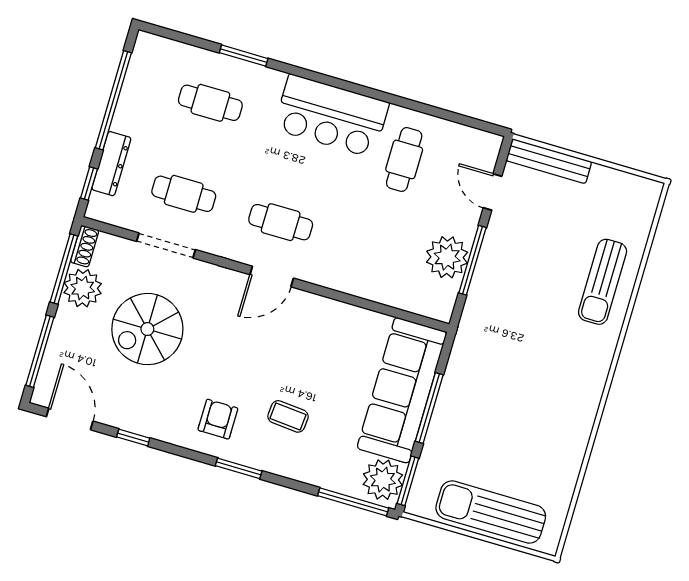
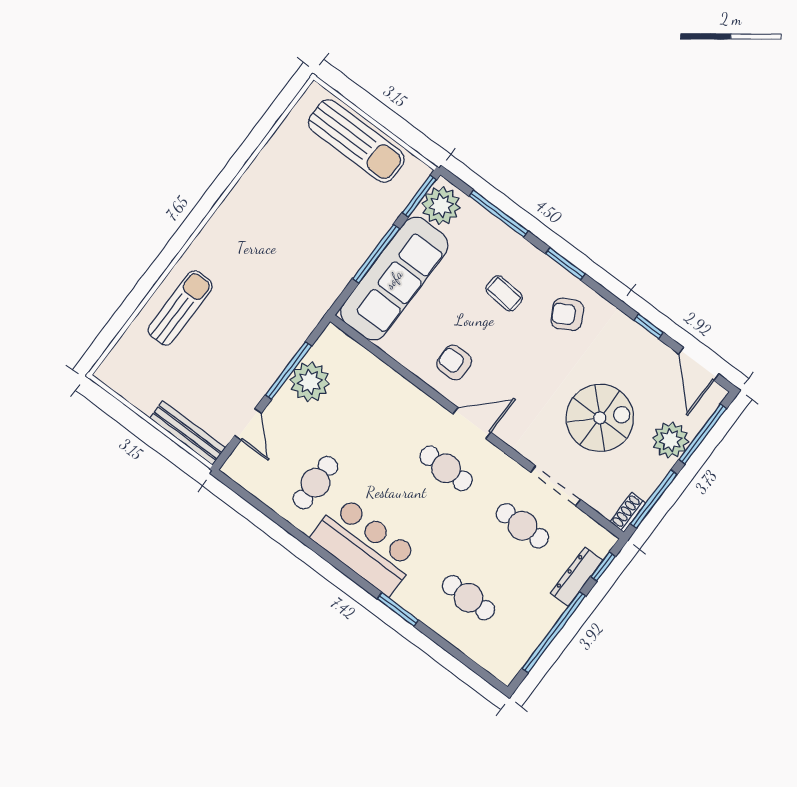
window: (244, 56) -> (398, 609), moved
plant: (83, 288) -> (670, 440), moved
armchair: (312, 330) -> (454, 362), added
armchair: (218, 419) -> (567, 314), turned 62
window: (353, 502) -> (499, 214), moved

